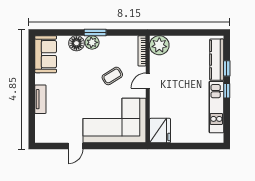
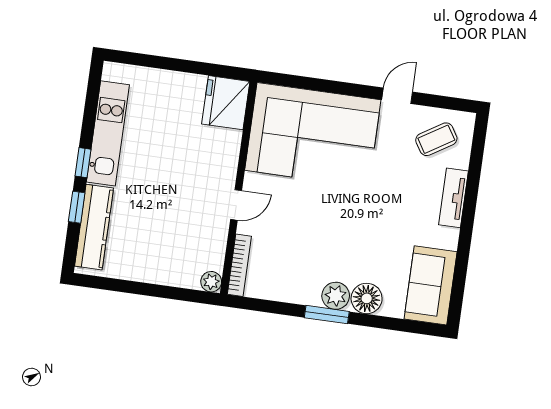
plant: (159, 45) -> (211, 282), width x0.53, depth x0.53
coffee table: (112, 76) -> (436, 139), moved

